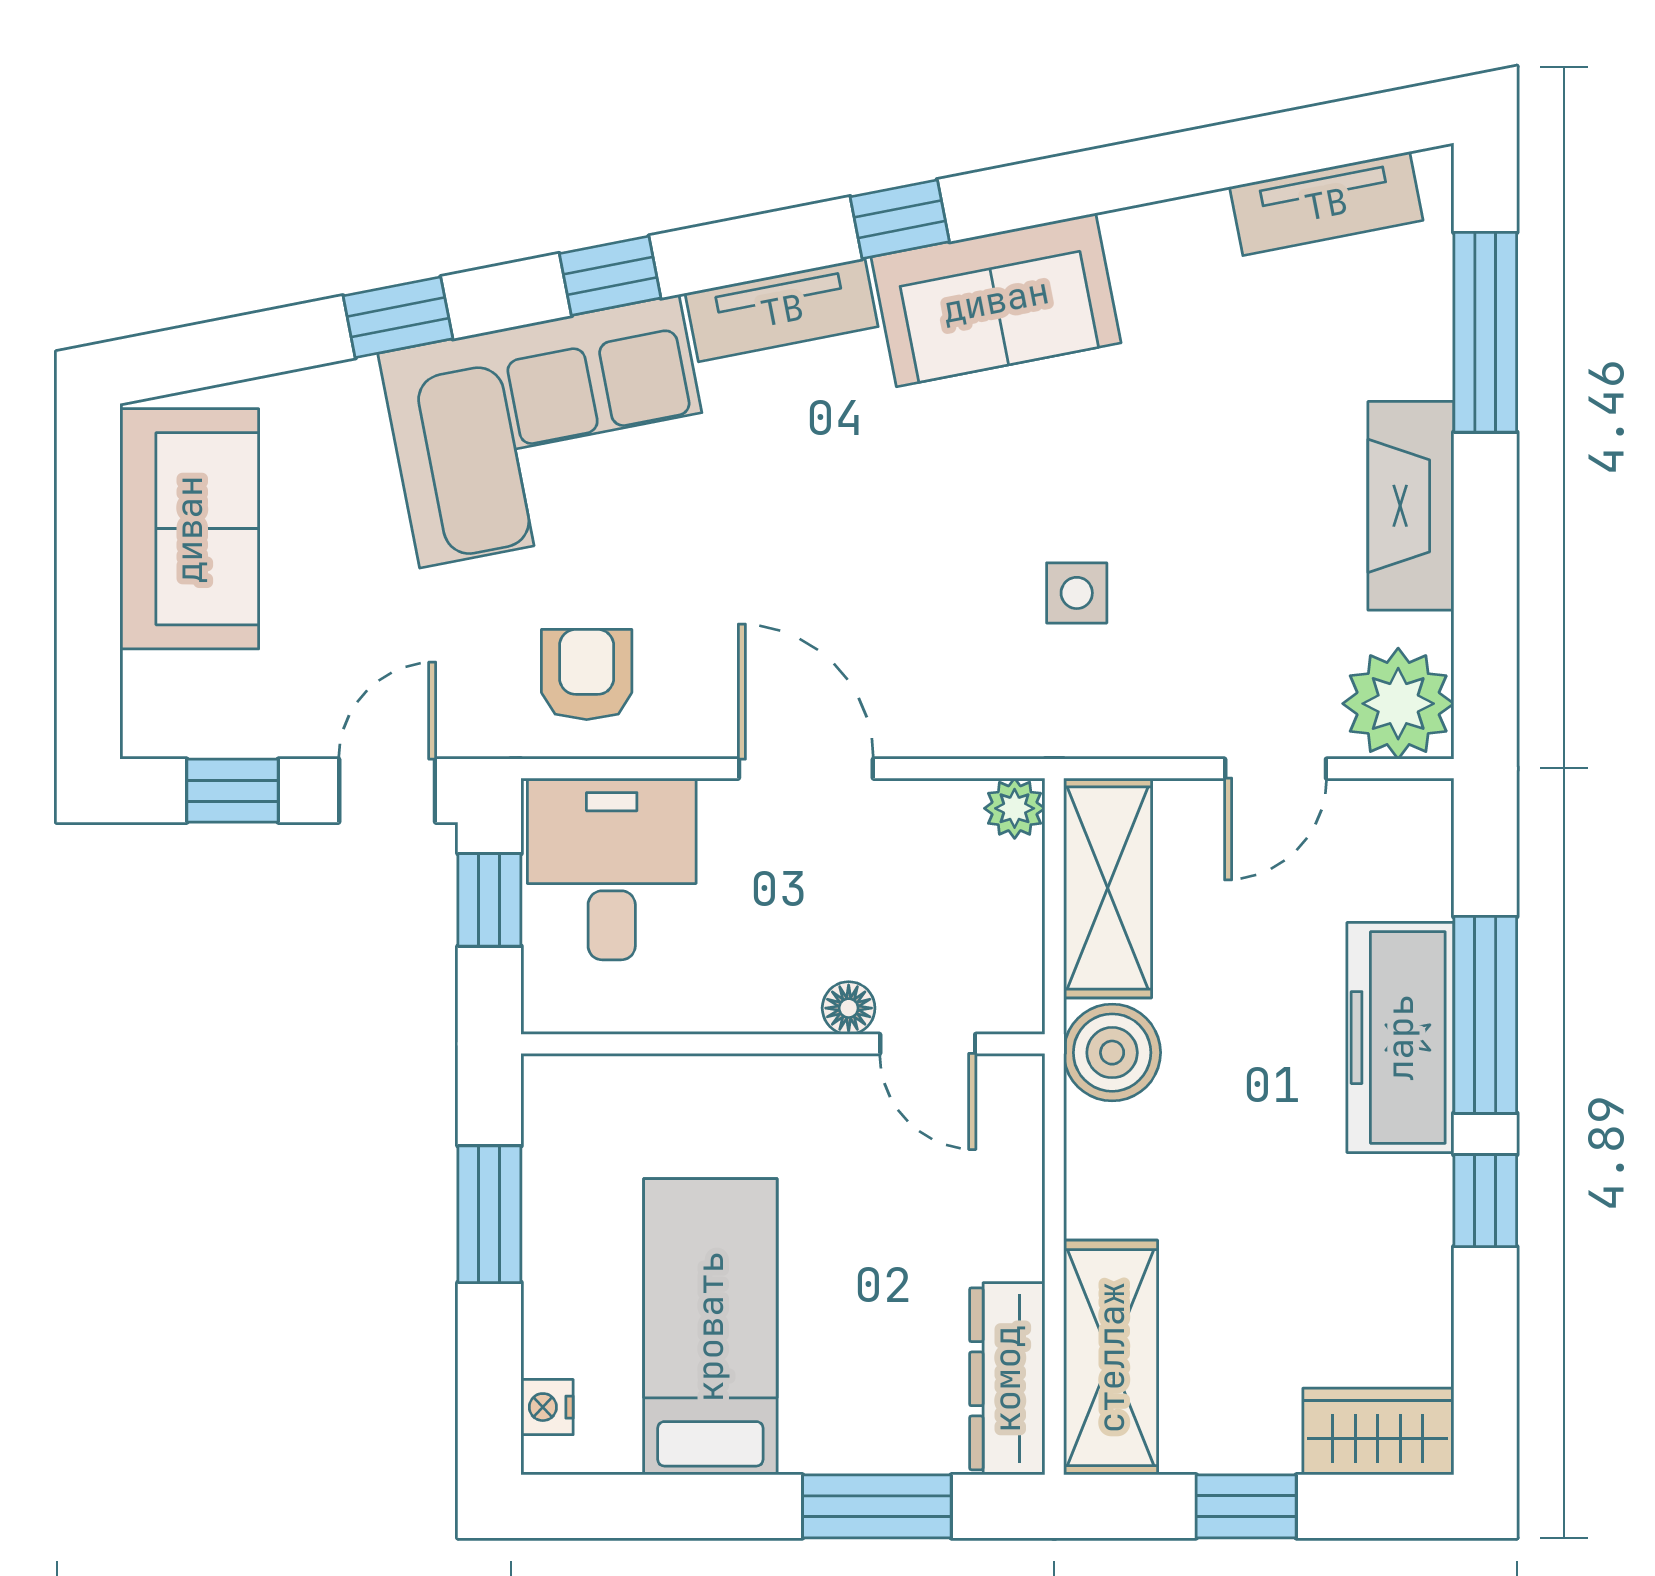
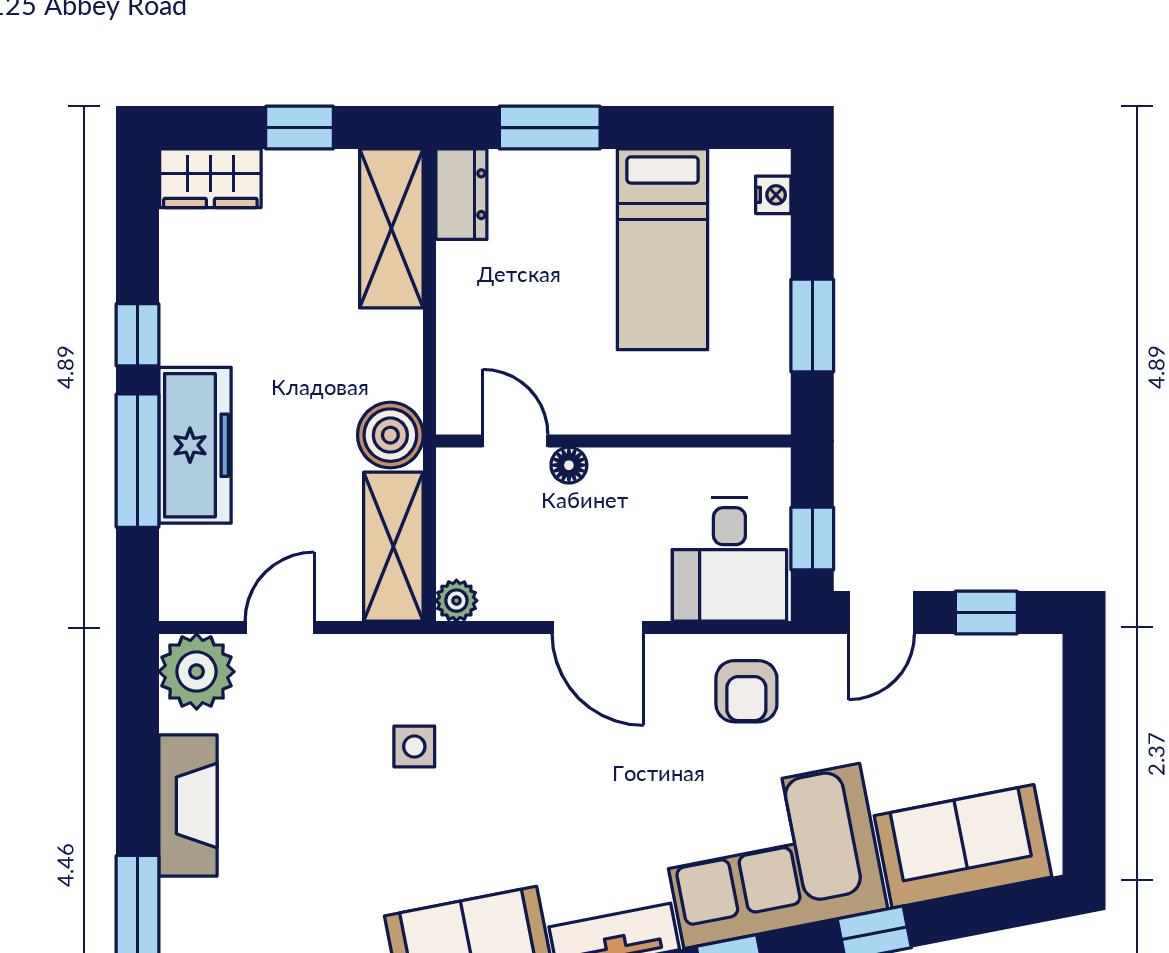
sofa: (189, 529) -> (963, 846), moved, turned 79
dresser: (1007, 1379) -> (461, 194), width x0.70

